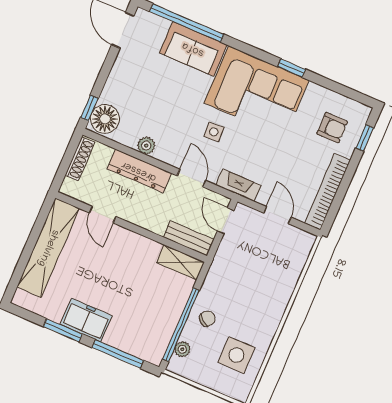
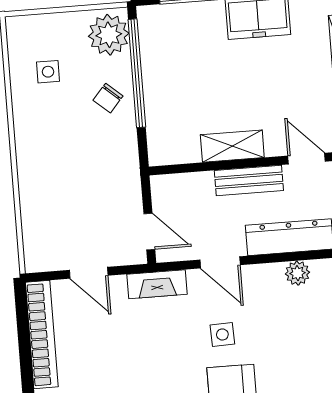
bench: (189, 238) -> (249, 180), moved
shelving: (180, 262) -> (232, 146), moved
plant: (182, 349) -> (109, 35), width x1.88, depth x1.88
side table: (236, 355) -> (48, 72), width x0.54, depth x0.54

